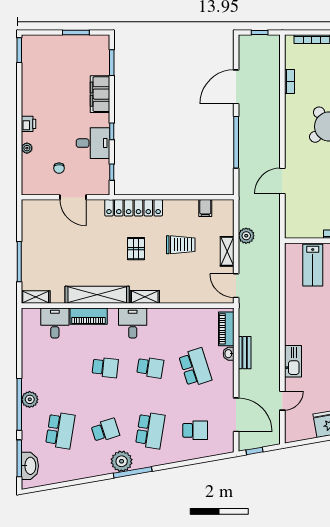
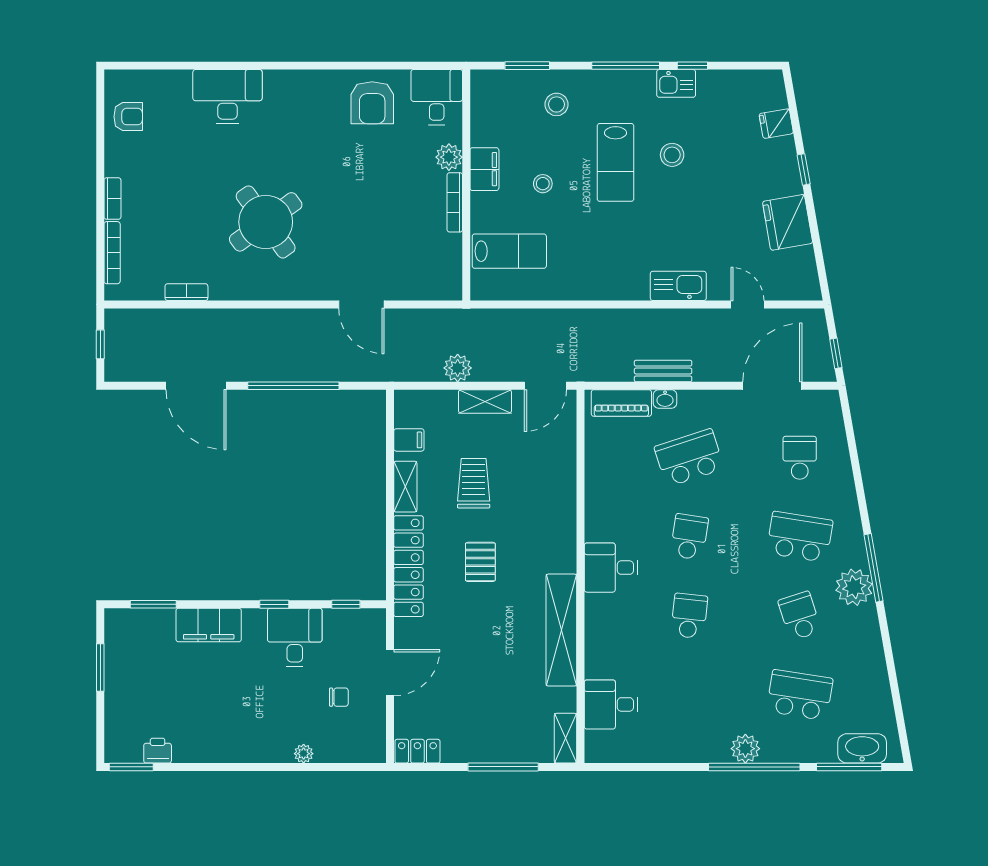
printer: (29, 124) -> (158, 751), moved
locker: (28, 213) -> (417, 751), added
pallet: (136, 249) -> (480, 562), turned 90
shelving: (145, 297) -> (405, 487), moved
piano: (89, 316) -> (599, 645), removed

